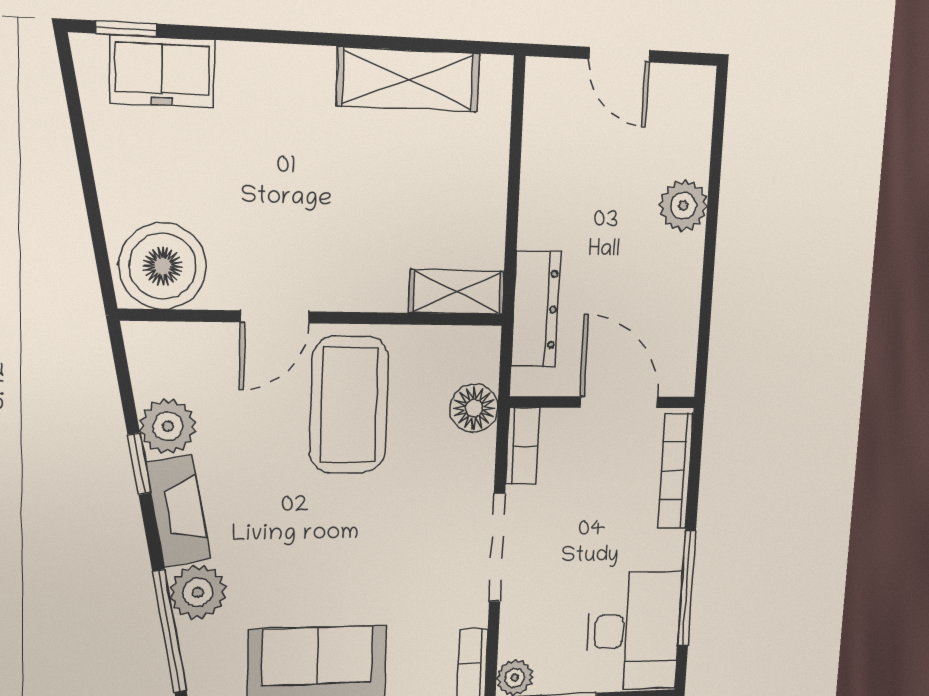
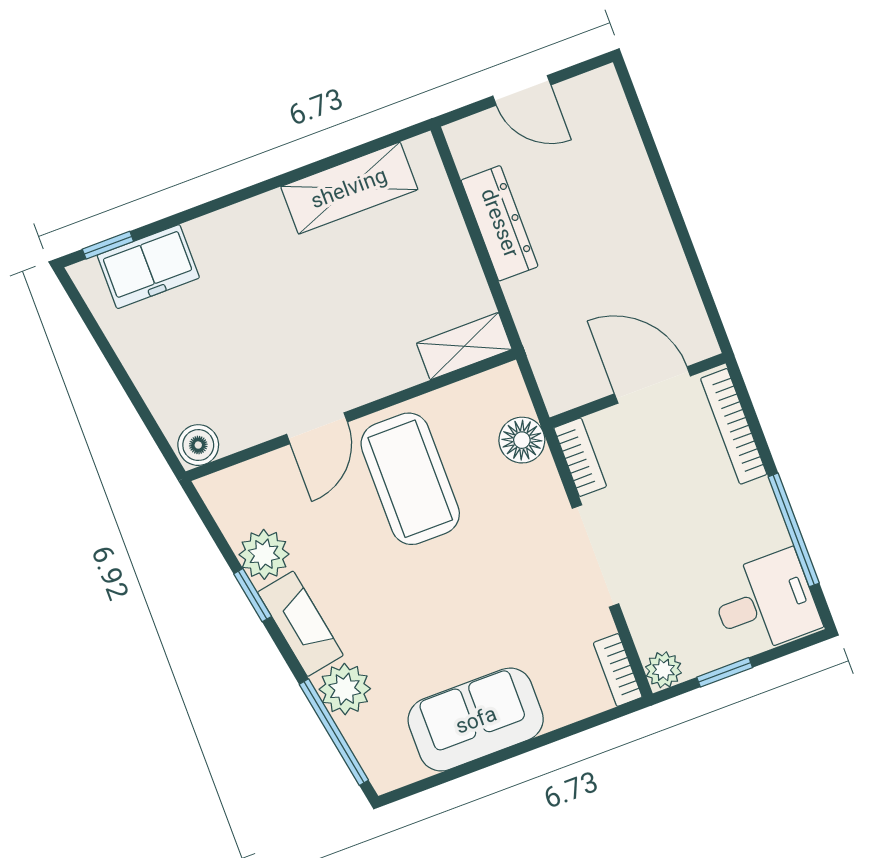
plant: (683, 206) -> (636, 192), removed
boiler: (163, 266) -> (198, 445), width x0.54, depth x0.54
dresser: (536, 309) -> (500, 223), moved
desk: (634, 631) -> (765, 603), width x0.73

